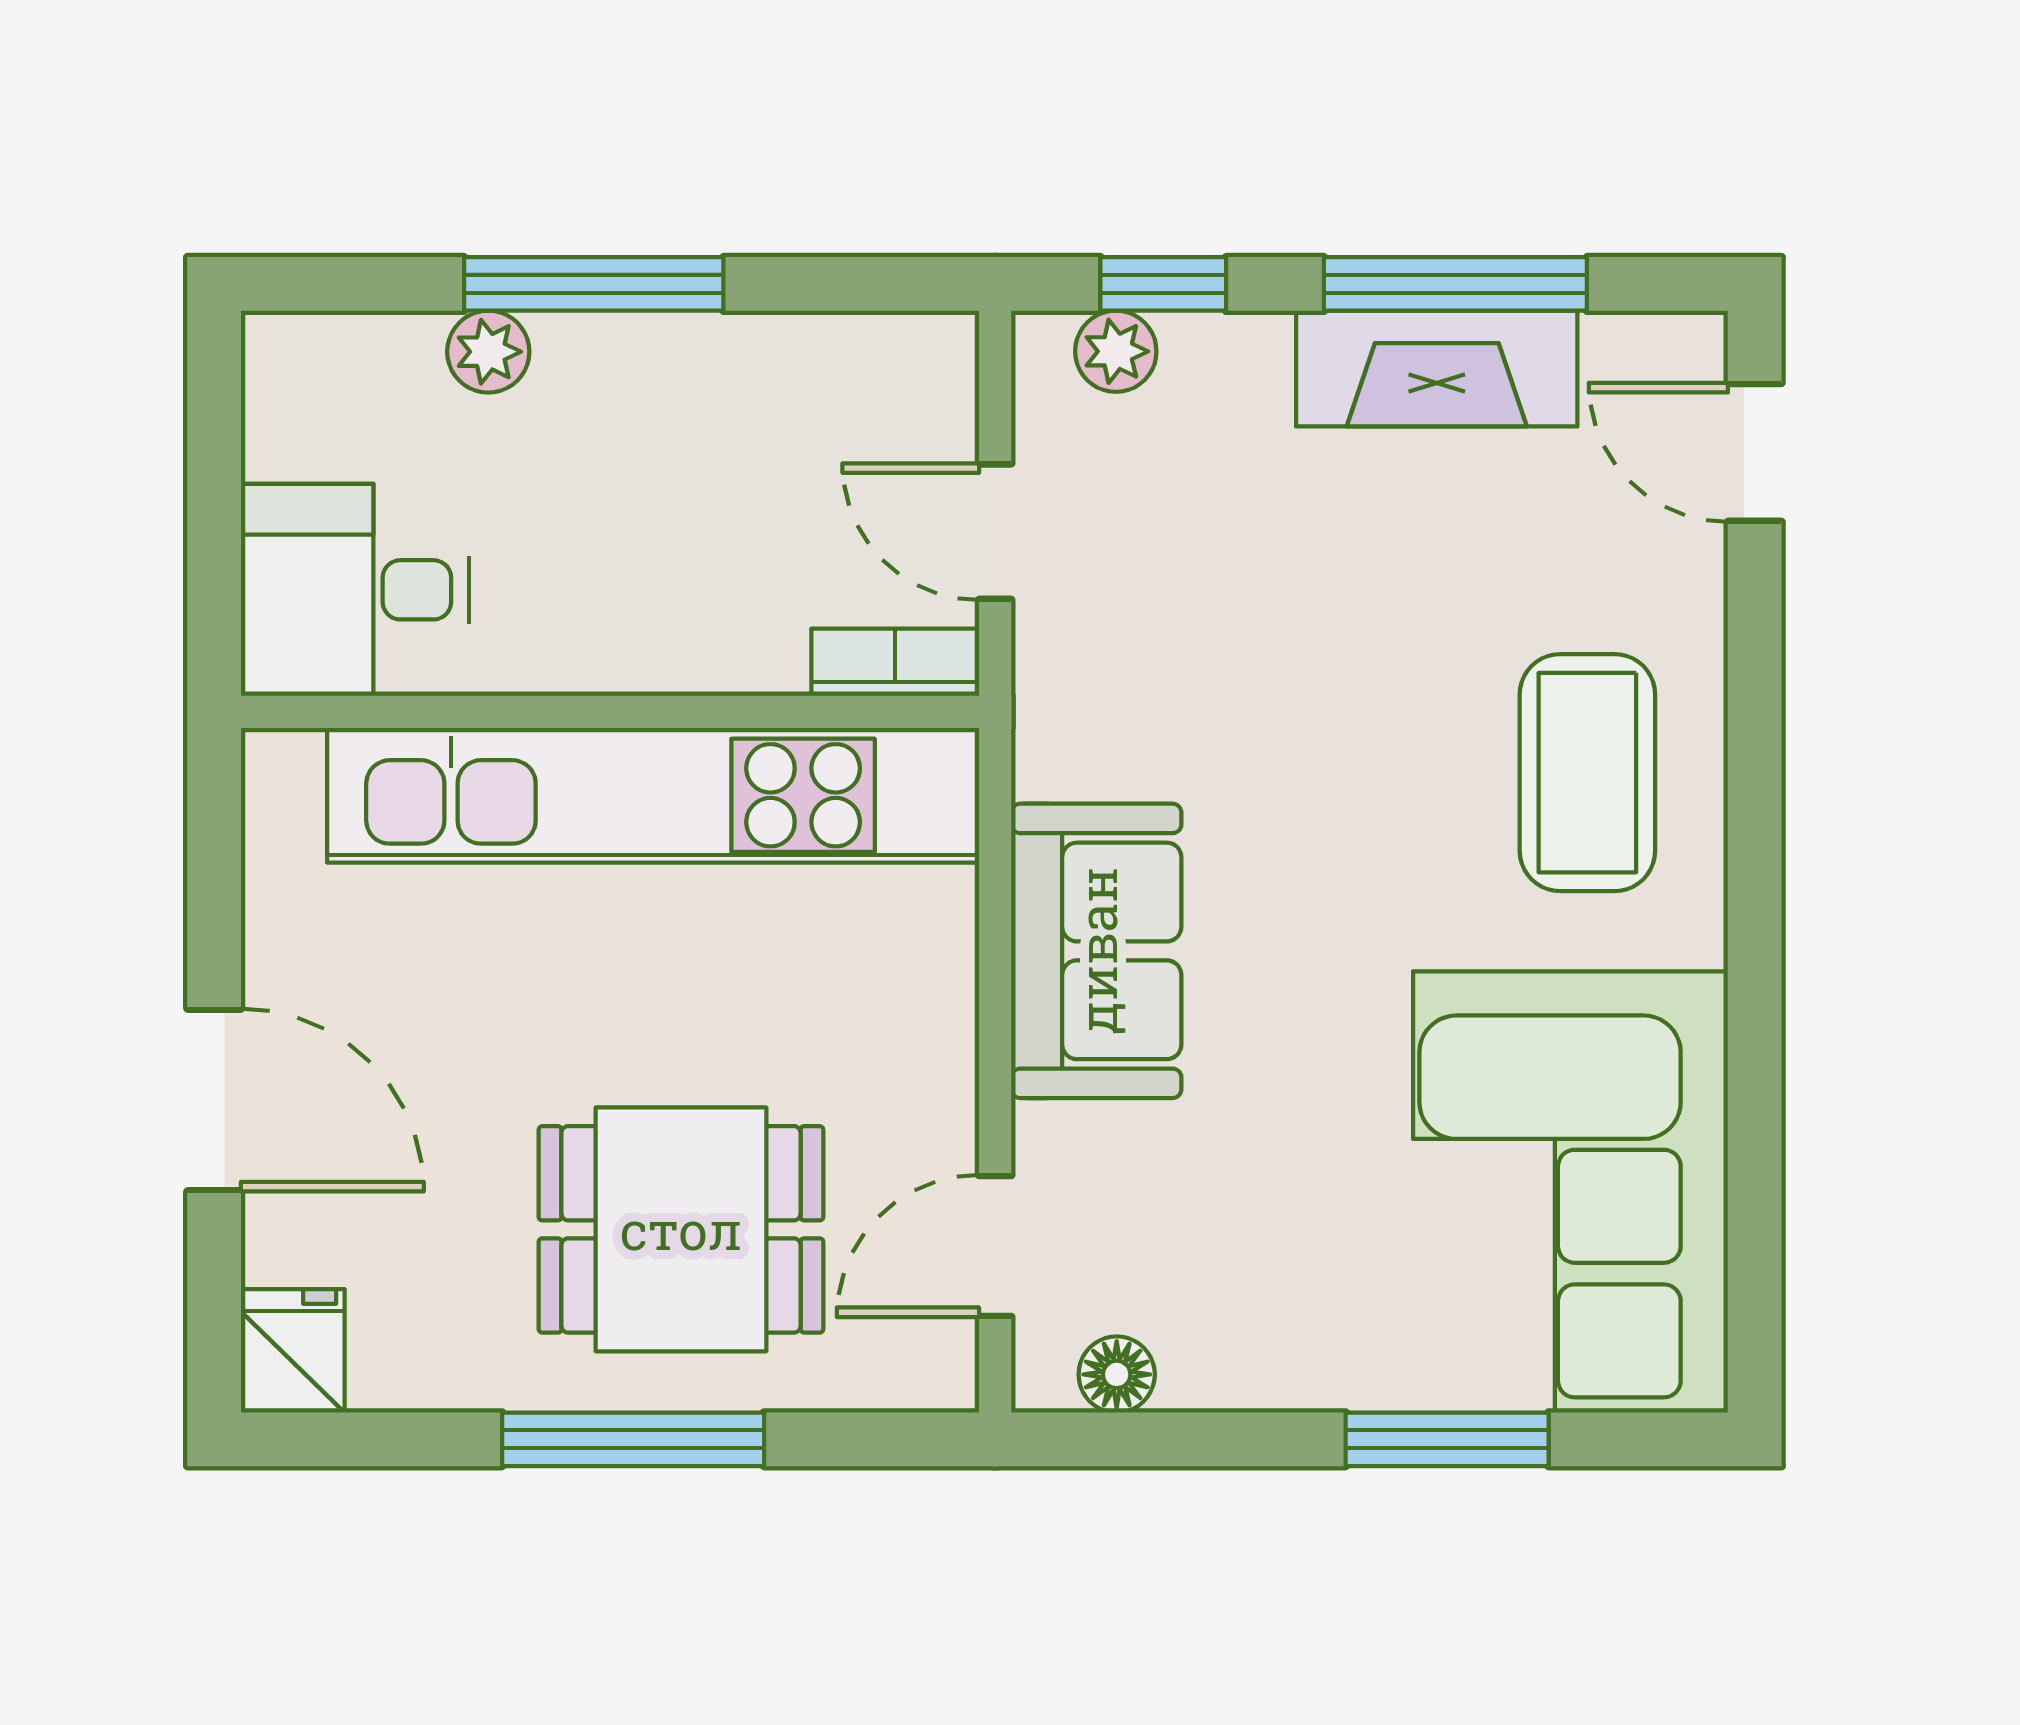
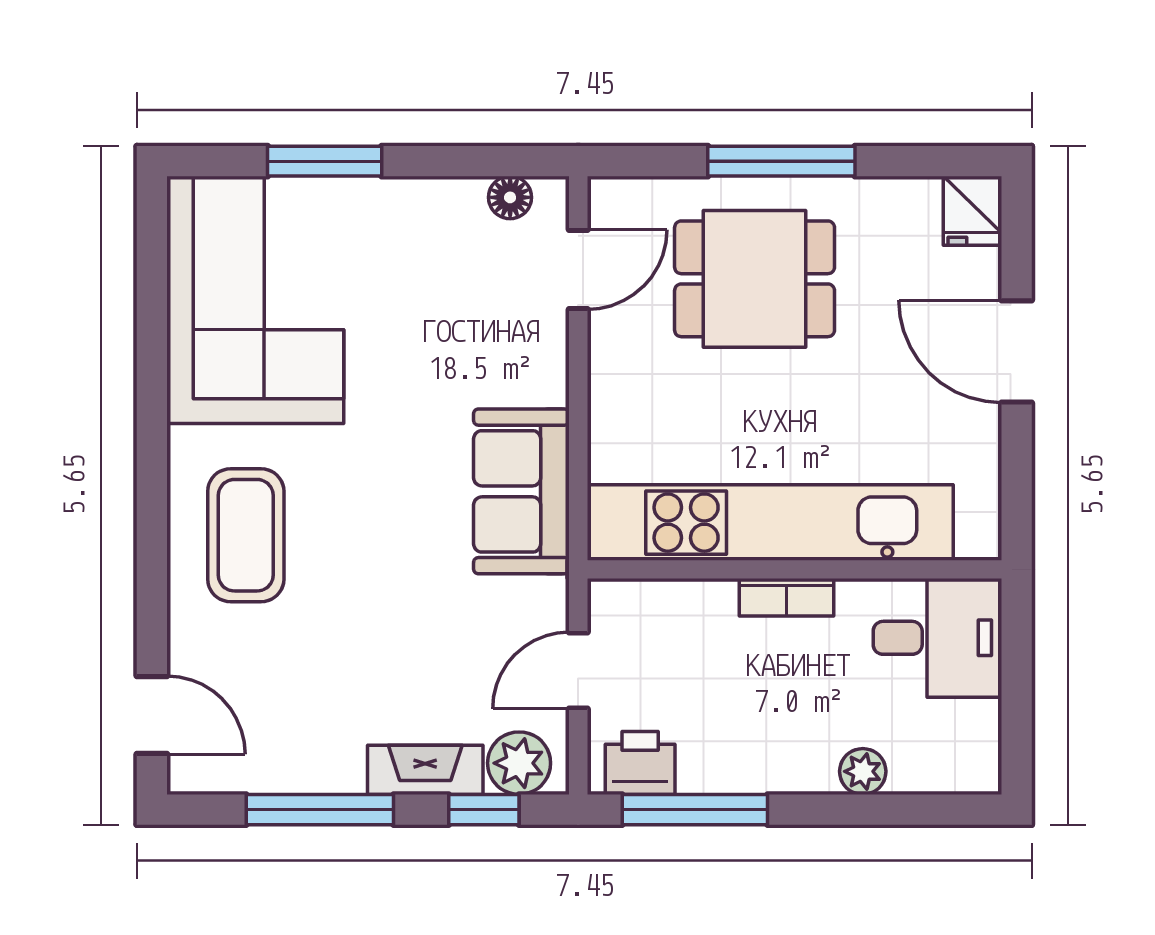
window: (594, 284) -> (695, 810), moved
plant: (1116, 351) -> (519, 763), width x1.38, depth x1.38
printer: (885, 367) -> (640, 763), added
fireplace: (1437, 369) -> (425, 770), moved, width x0.73, depth x0.76
door: (995, 532) -> (578, 670), swing flipped
bookcase: (895, 662) -> (786, 597), moved
sofa: (1096, 951) -> (521, 491), moved

